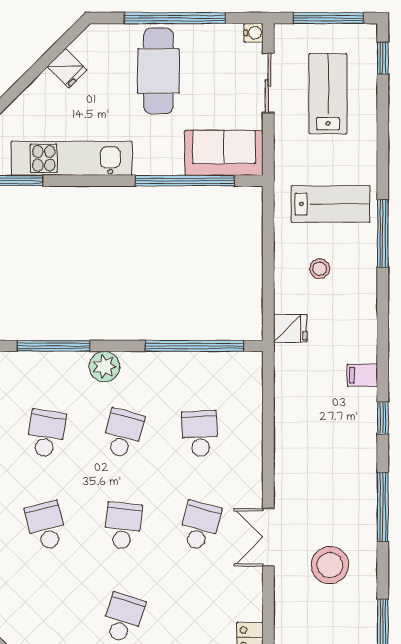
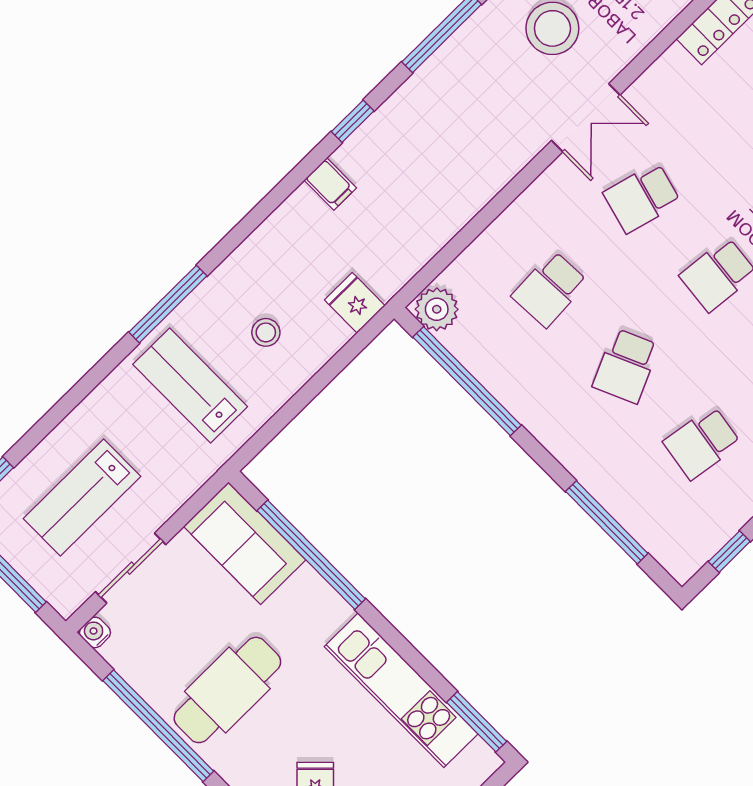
plant: (104, 366) -> (437, 309), moved
school desk: (123, 434) -> (626, 366), turned -39

